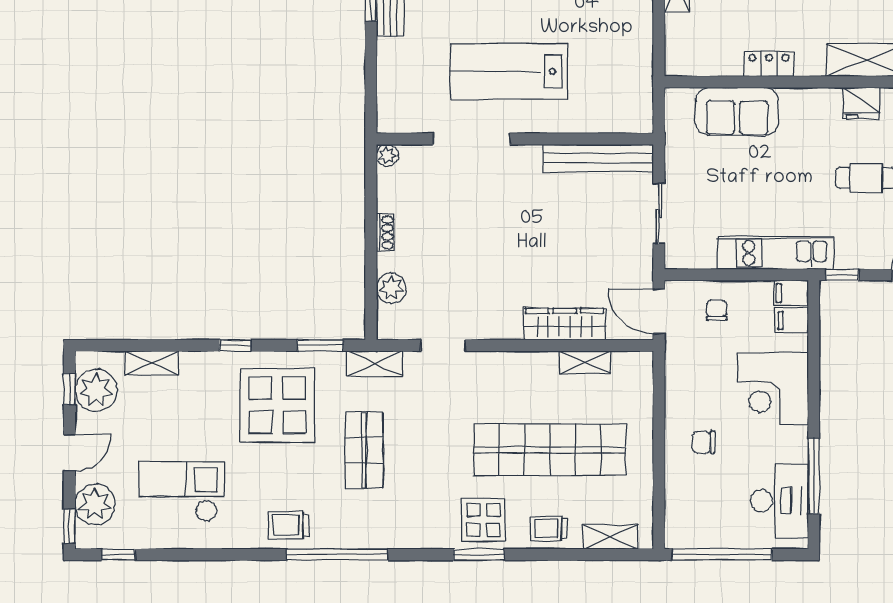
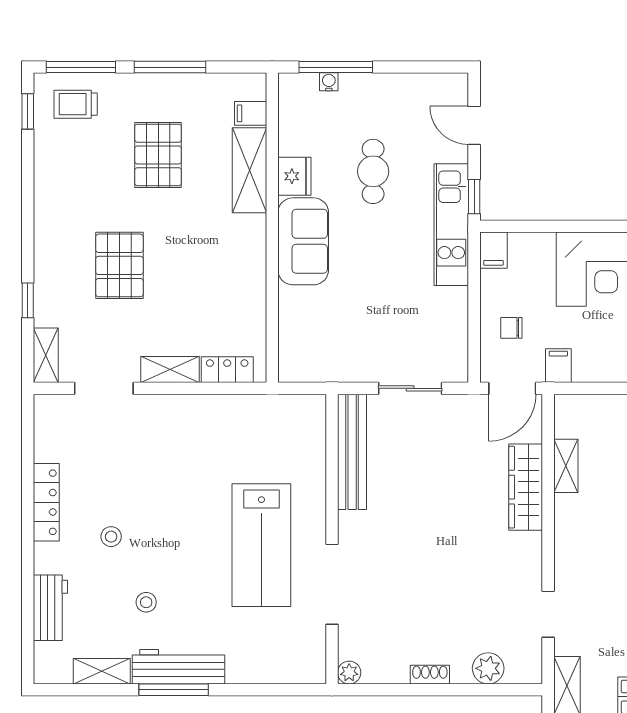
locker: (769, 64) -> (227, 370), moved, turned 90
sofa: (737, 111) -> (303, 241), moved
kitchen unit: (776, 253) -> (451, 225), moved
filing cabinet: (792, 321) -> (558, 366), moved, turned 180

